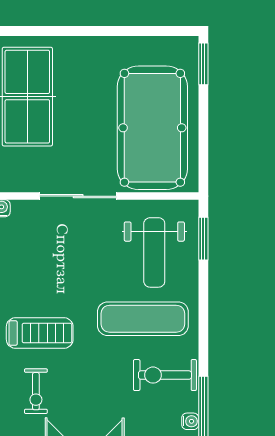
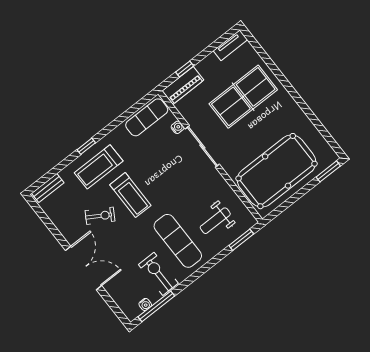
sliding door: (78, 196) -> (202, 146), moved
weight bench: (154, 252) -> (215, 221), width x0.73, depth x0.75
exercise bike: (36, 391) -> (100, 216), turned -149

